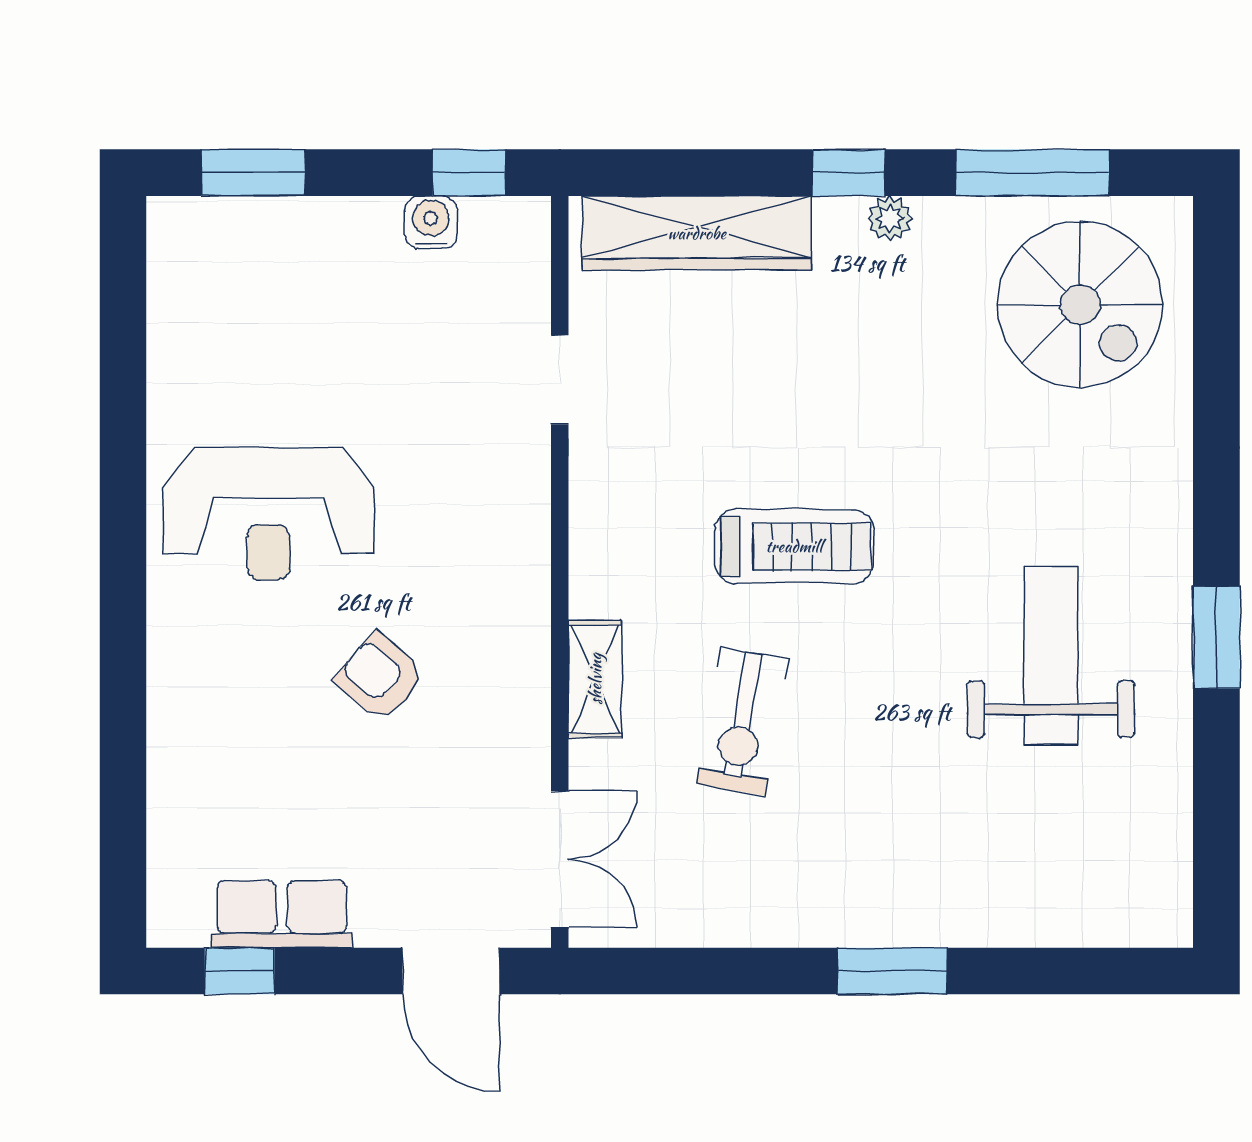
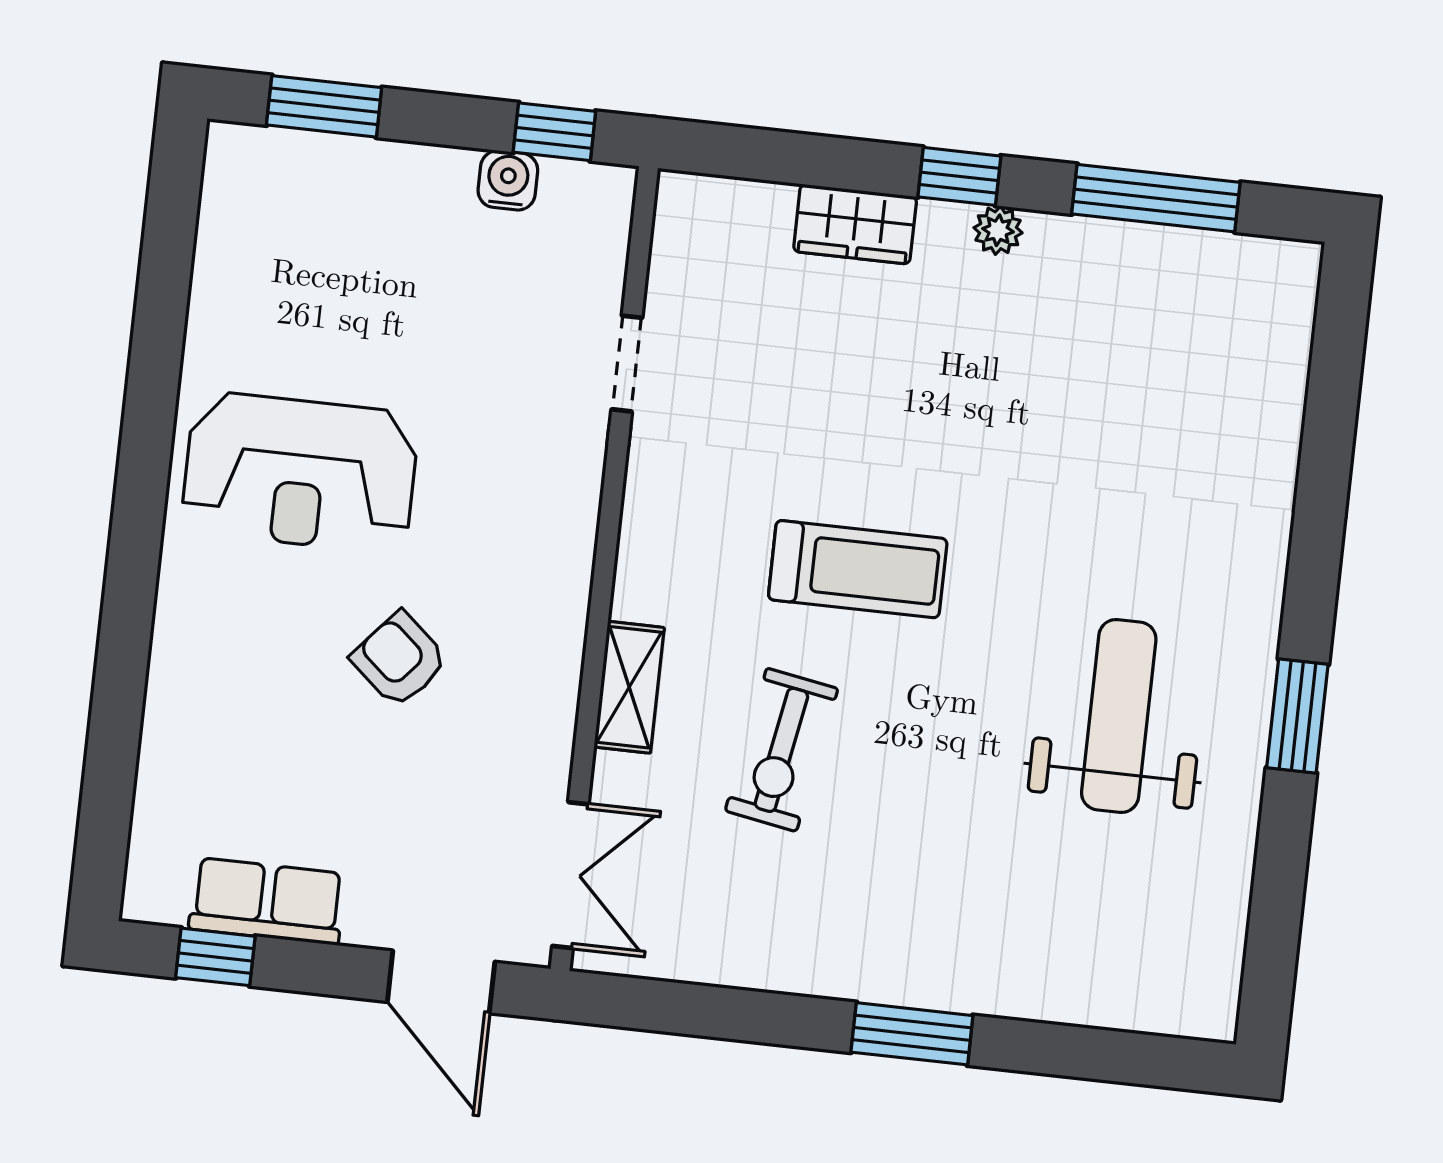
wardrobe: (697, 233) -> (855, 224), width x0.48, depth x0.85
spiral stairs: (1080, 305) -> (1191, 345), removed

